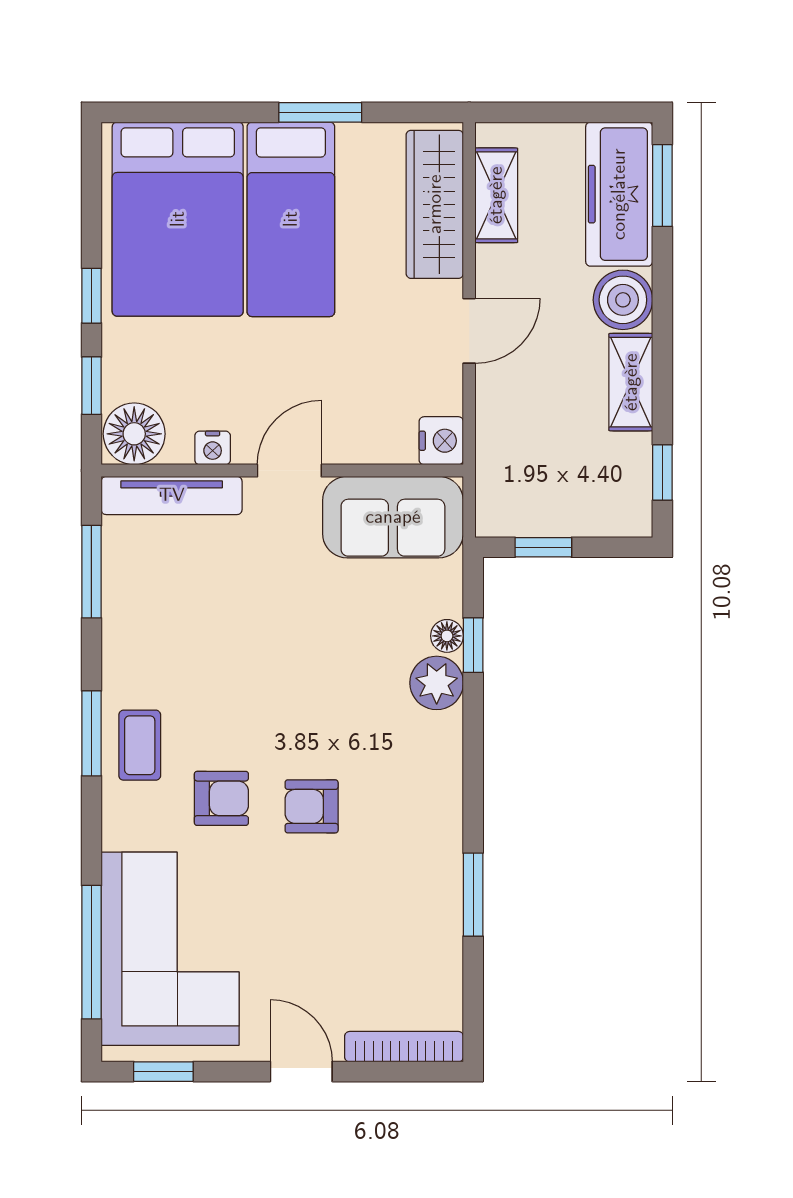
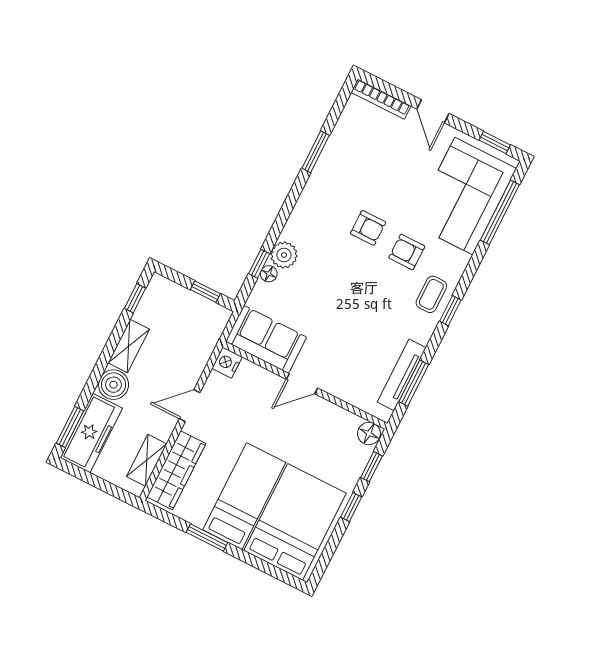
floor lamp: (134, 434) -> (369, 433), width x0.73, depth x0.73
nightstand: (213, 448) -> (331, 411), removed
tv unit: (172, 495) -> (402, 375), moved, turned -90
window: (91, 733) -> (450, 311), width x0.67

